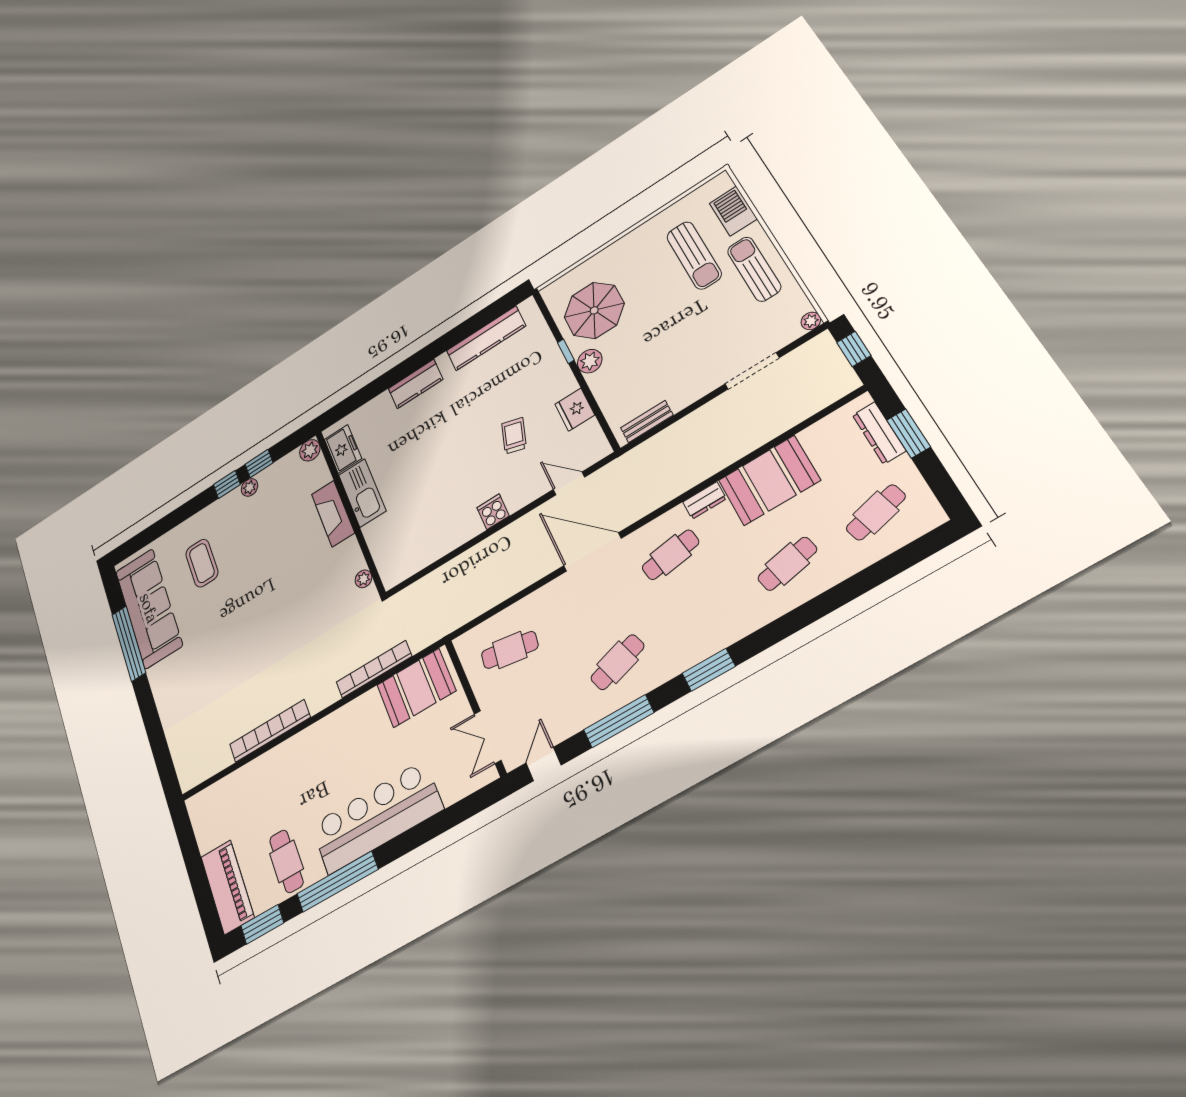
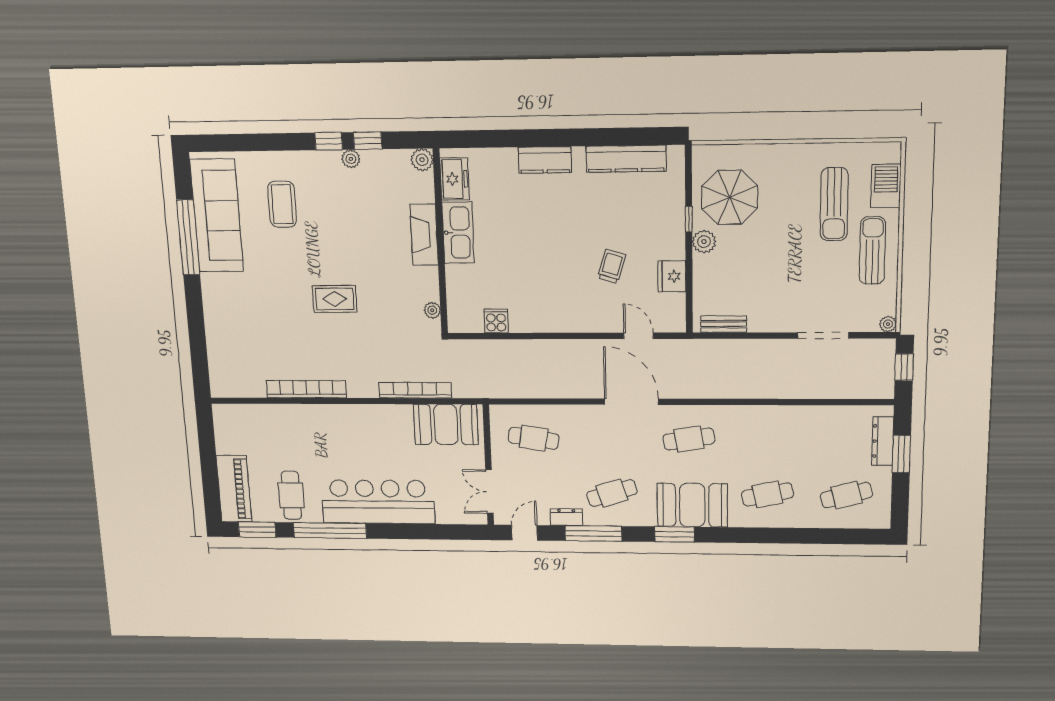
booth: (769, 480) -> (692, 505), moved
dresser: (705, 500) -> (566, 517), moved, turned 180
cooker: (493, 512) -> (496, 321), moved
rug: (271, 623) -> (335, 299), added

